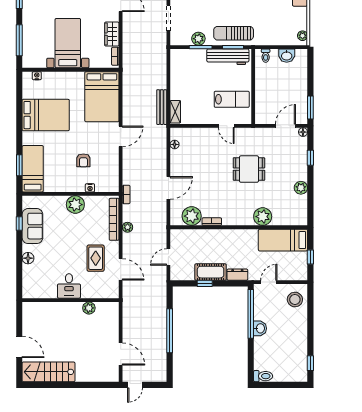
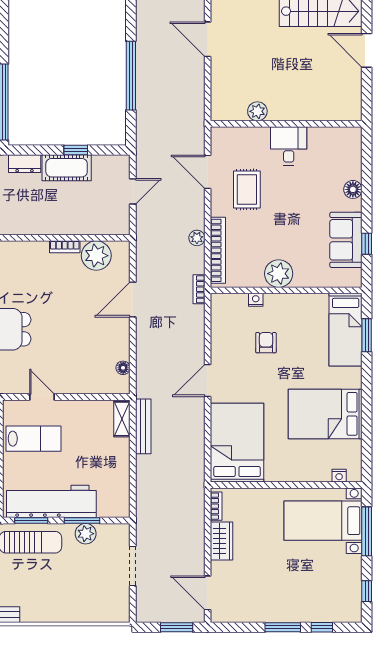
bed with nightstands: (68, 43) -> (323, 521), moved, turned 90
workbench: (228, 57) -> (51, 501), width x1.36, depth x1.32
lab bench: (232, 99) -> (33, 439), turned 180

